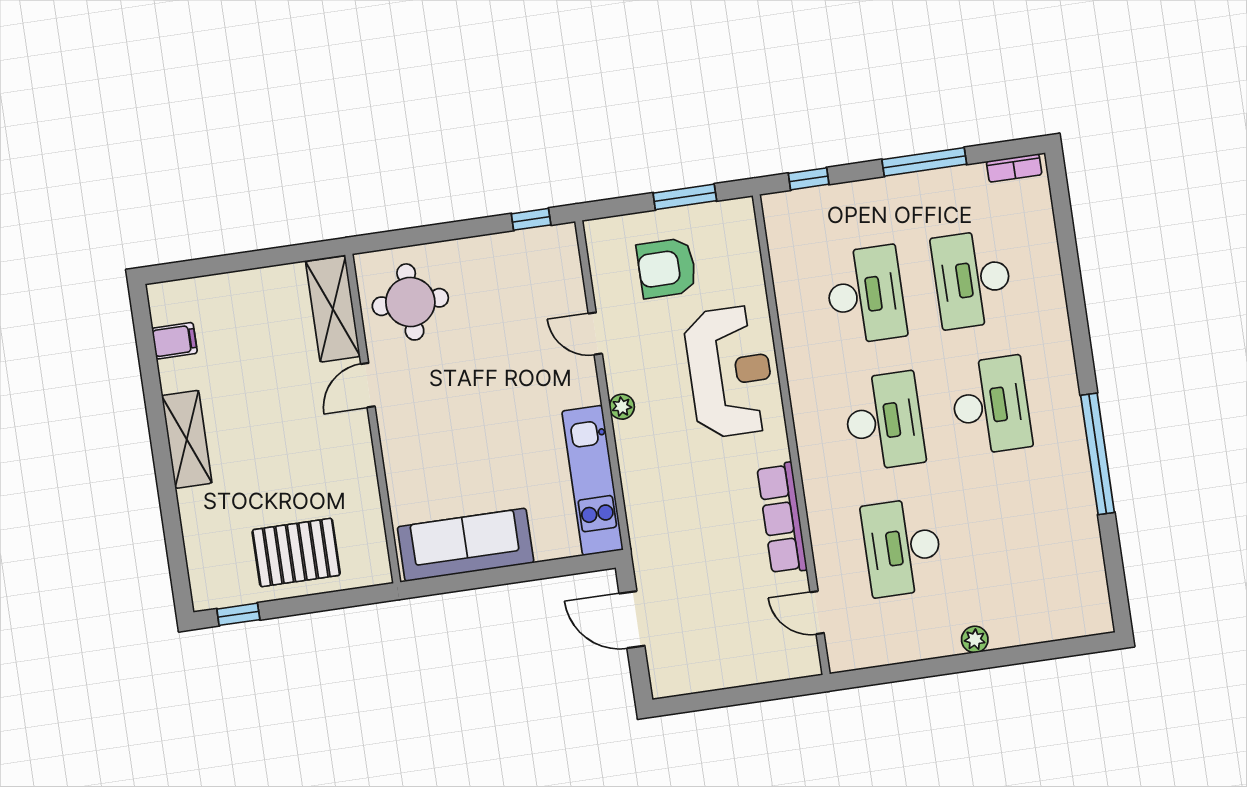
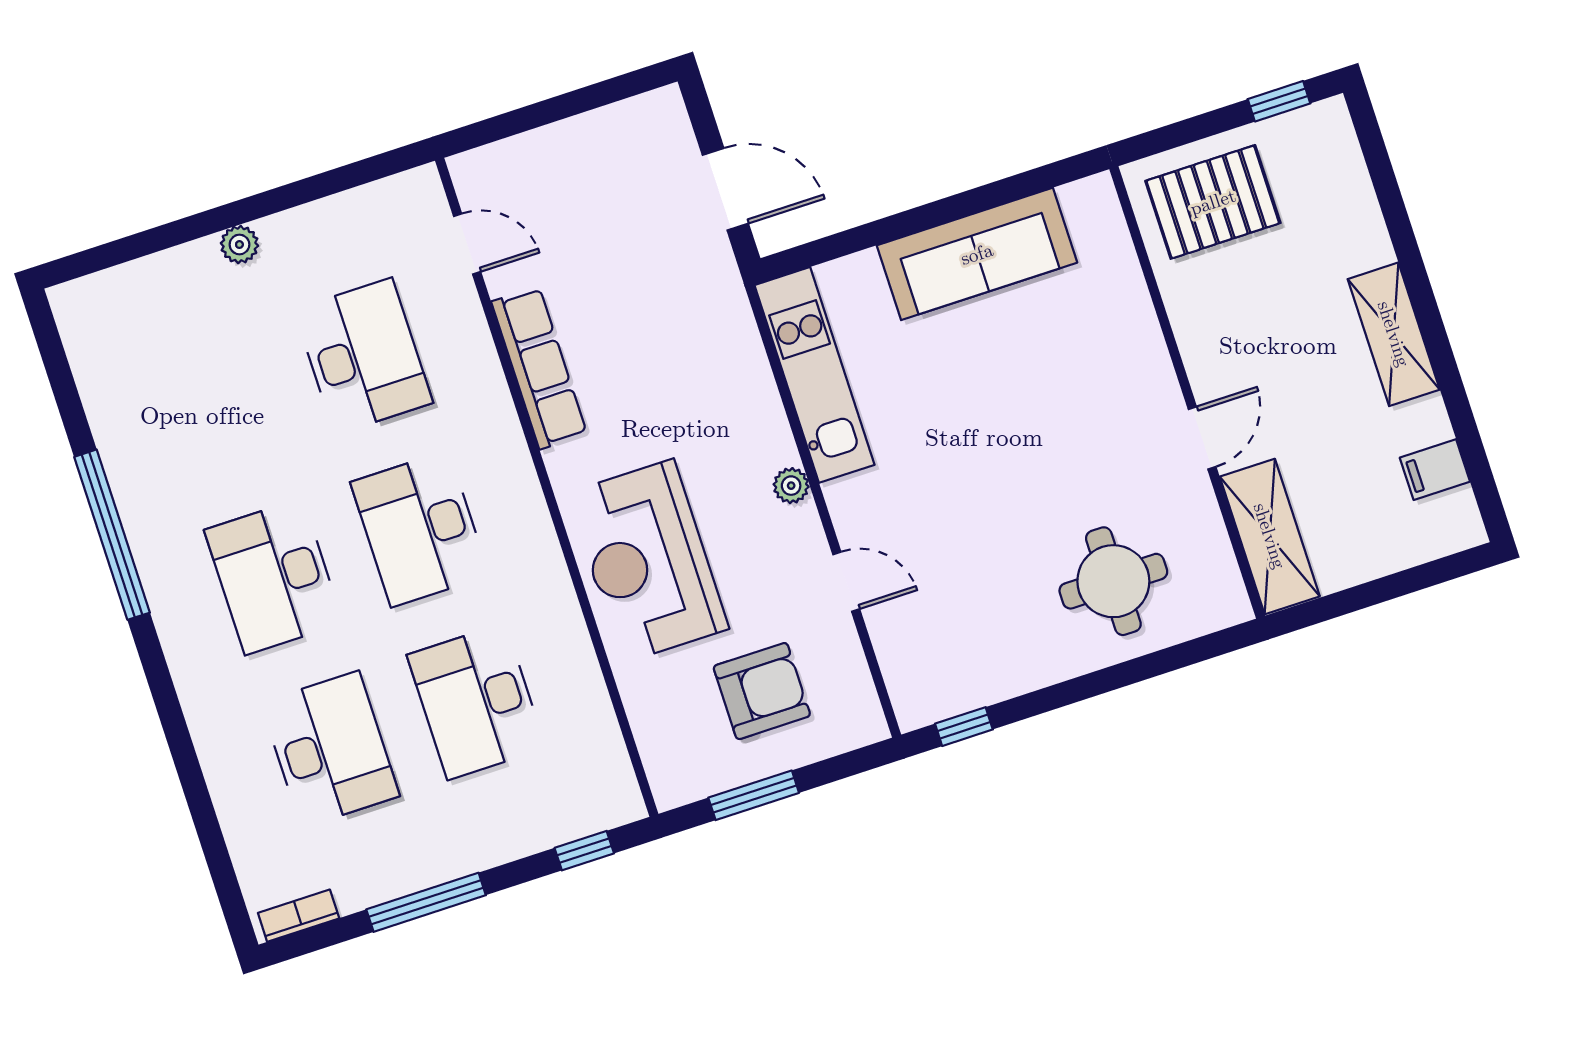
shelving: (333, 309) -> (1270, 536), moved
door: (368, 385) -> (1202, 438), moved
wall: (373, 419) -> (1187, 392), moved

